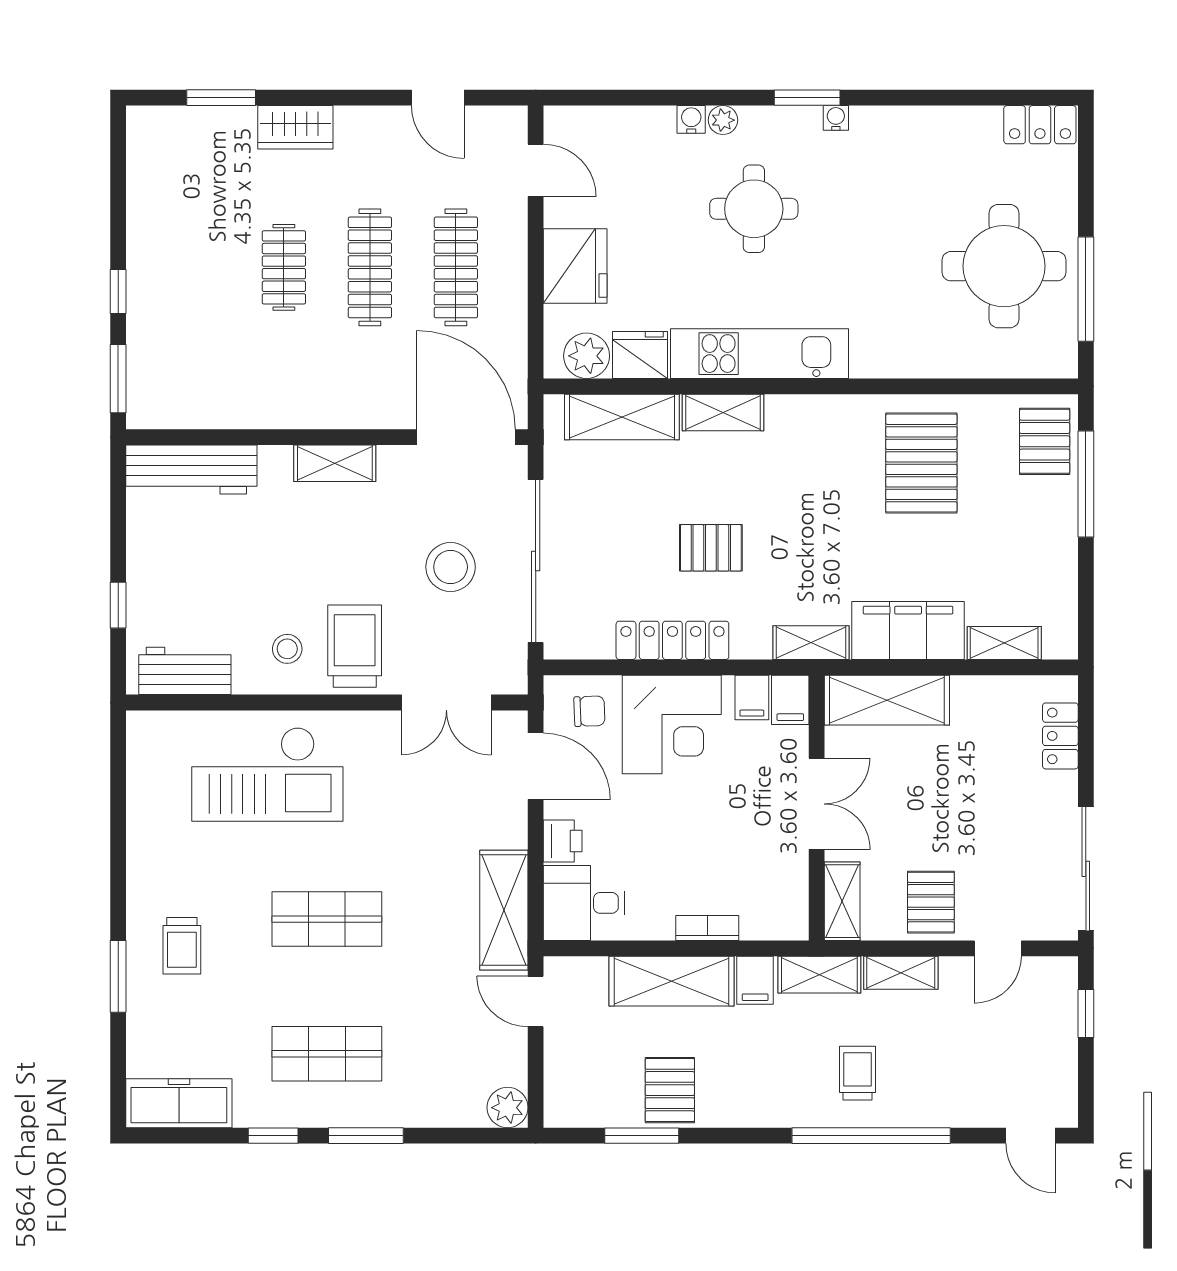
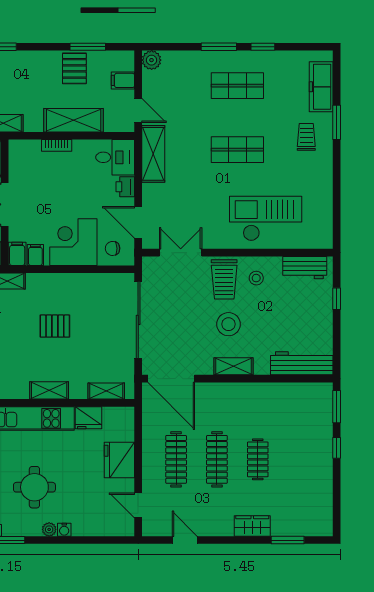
plant: (587, 356) -> (114, 417), removed
shelving: (622, 417) -> (106, 391), width x0.67, depth x0.75
stool: (451, 567) -> (229, 324), moved
locker: (672, 640) -> (73, 282), removed
filing cabinet: (755, 980) -> (123, 80), moved, turned -90
freezer: (179, 1103) -> (321, 87), moved, turned 90

